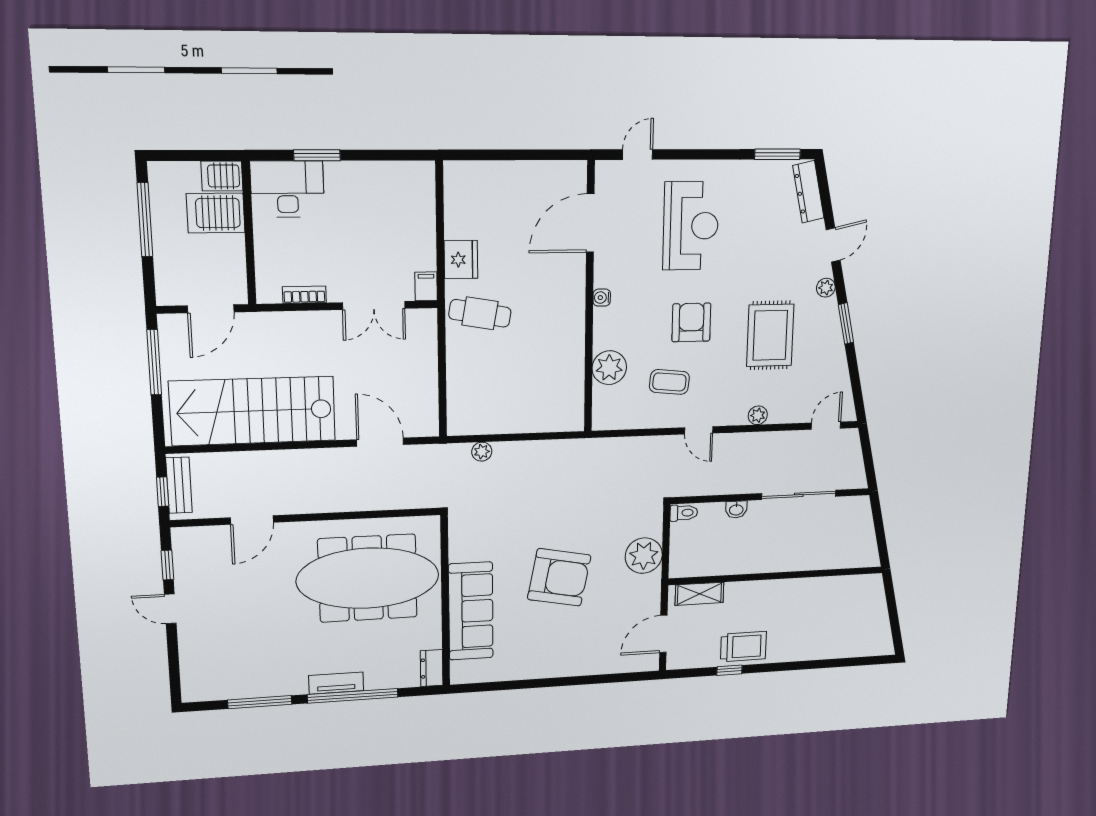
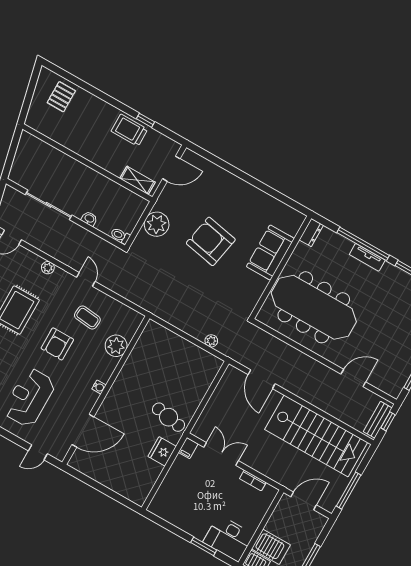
sofa: (471, 611) -> (270, 253), width x0.73
pallet: (851, 633) -> (61, 97), added

